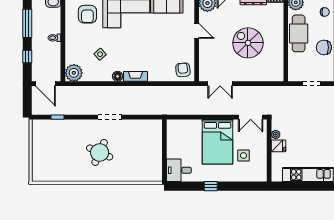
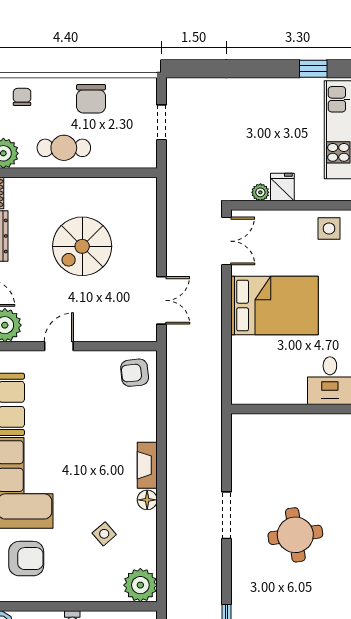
cafe table: (299, 33) -> (64, 148), width x0.73, depth x0.74
round table: (100, 152) -> (295, 535), turned -32
side table: (243, 155) -> (329, 228), moved

